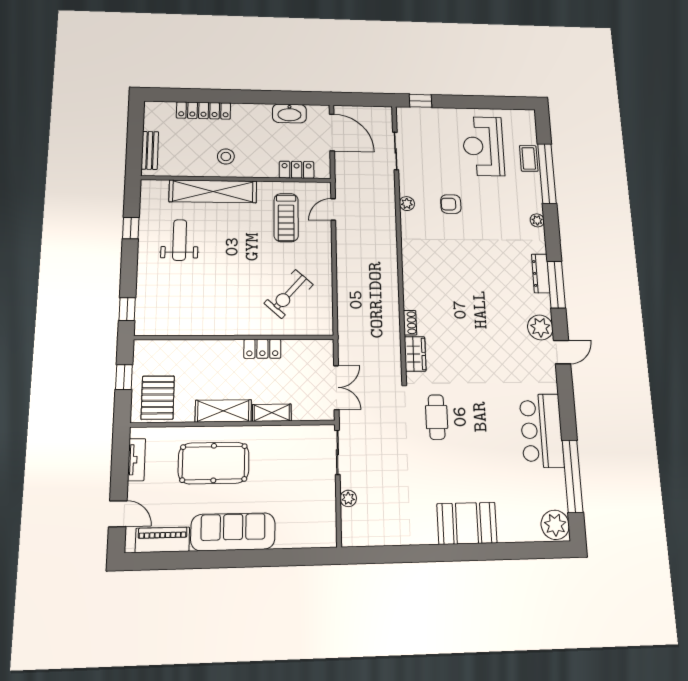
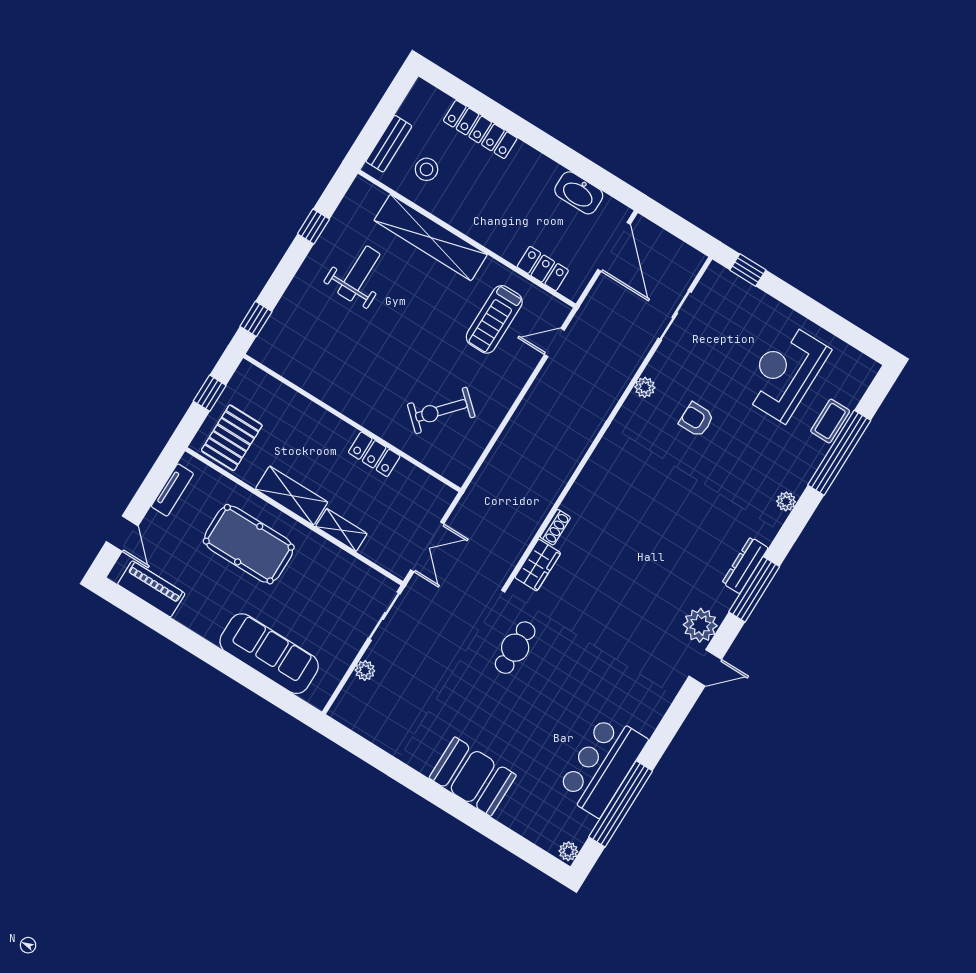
stool: (226, 157) -> (427, 169), moved
bar counter: (542, 431) -> (602, 766), moved
plant: (555, 525) -> (568, 851), width x0.53, depth x0.53
sofa: (233, 532) -> (269, 654), moved

